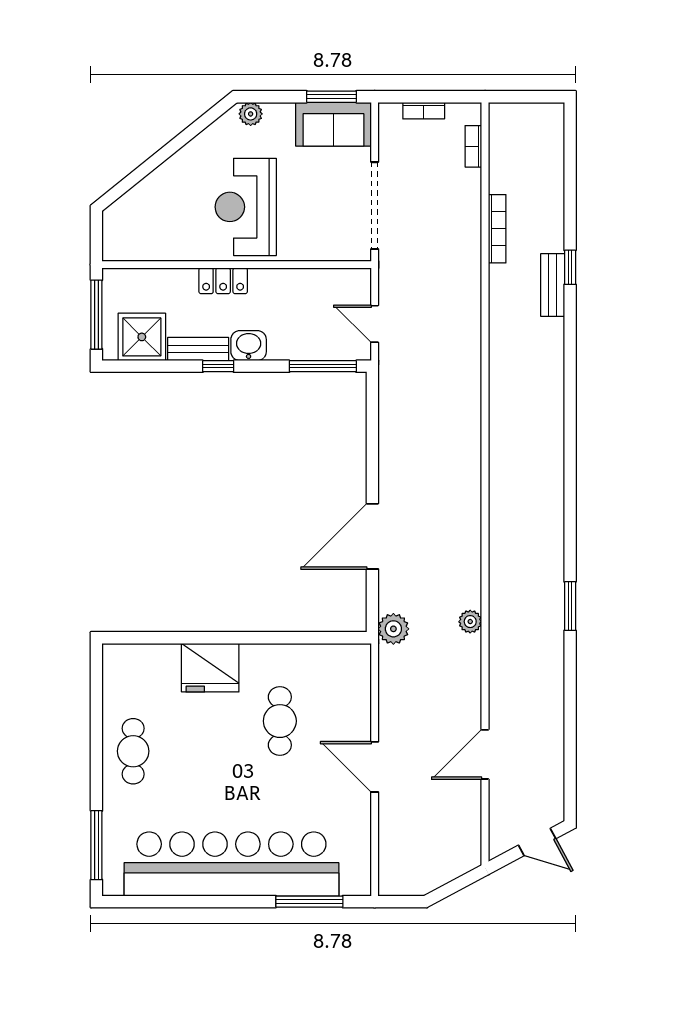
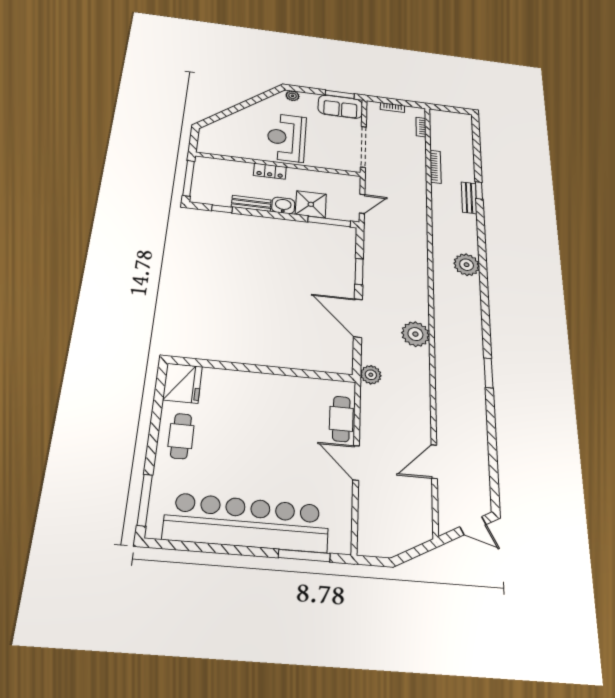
door: (375, 324) -> (362, 204), swing flipped
shower: (142, 337) -> (311, 204), moved
window: (218, 366) -> (222, 209), moved
plant: (544, 418) -> (467, 265), added
window: (372, 453) -> (359, 271), added
door: (372, 536) -> (358, 318), hinge flipped
plant: (470, 622) -> (415, 334), moved, width x1.88, depth x1.88
fridge: (210, 668) -> (182, 383), moved, turned -90
cafe table: (280, 721) -> (341, 419), moved

